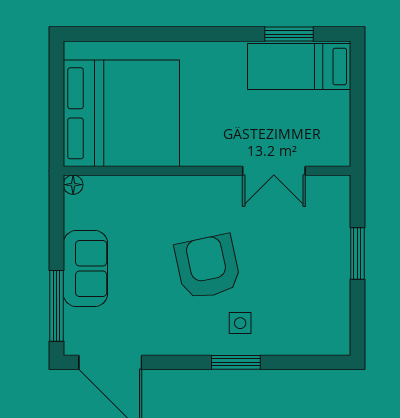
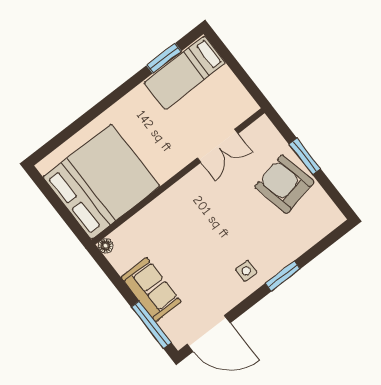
armchair: (208, 267) -> (284, 184), moved
side table: (240, 323) -> (246, 271), moved

